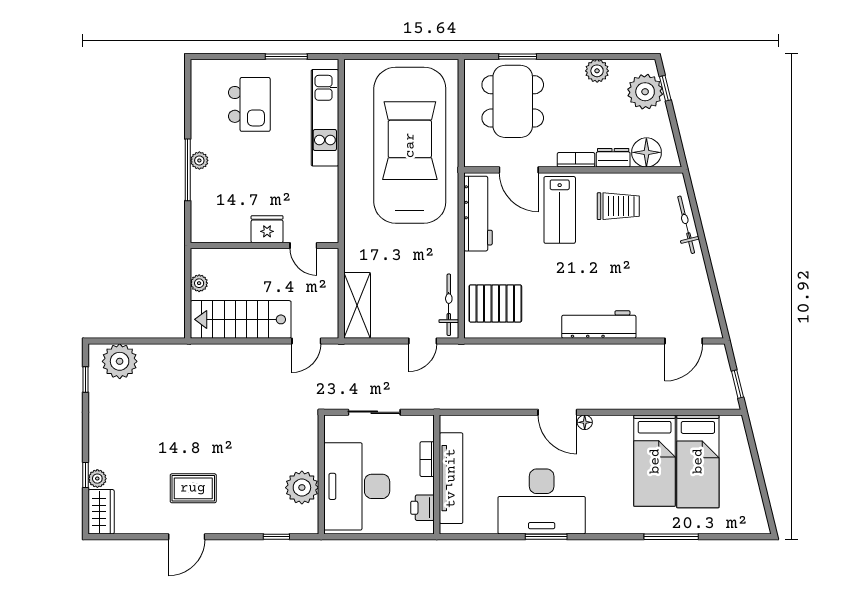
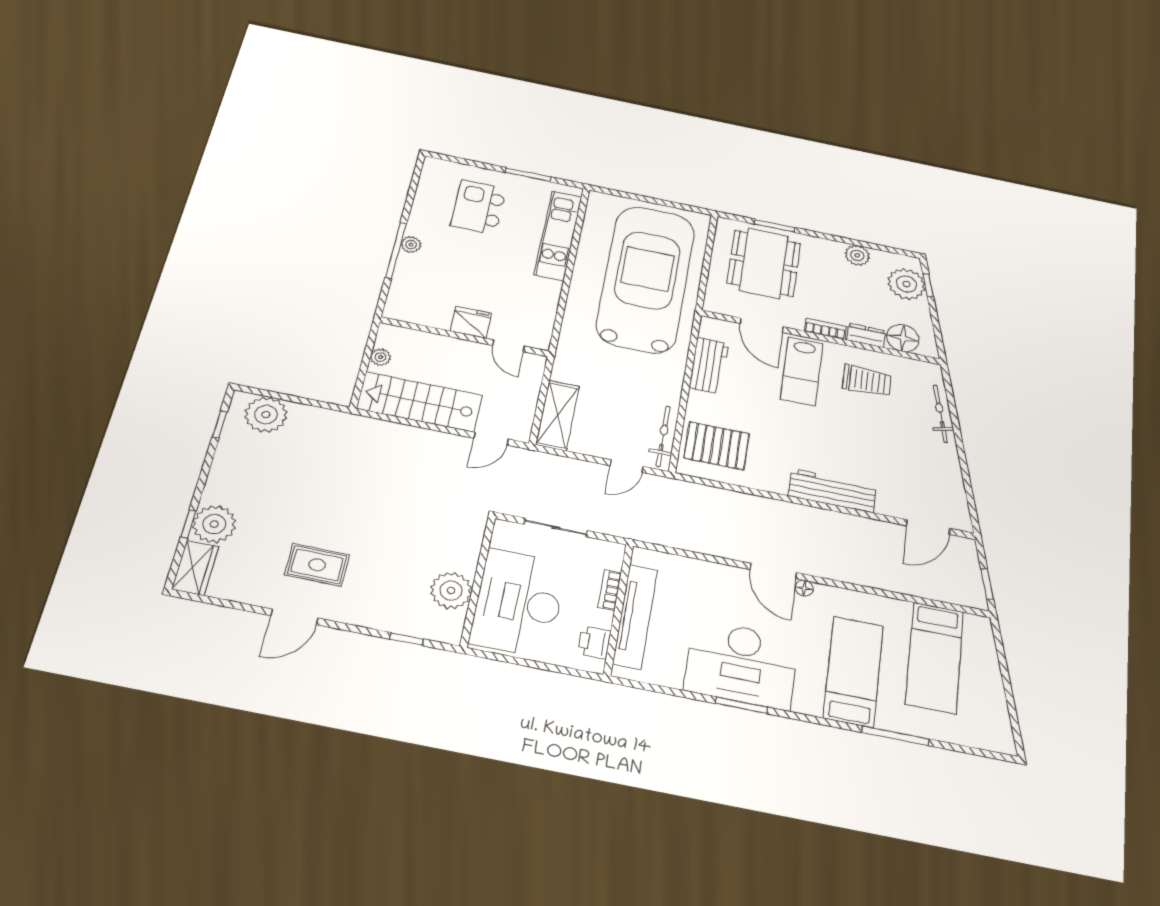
kitchen island: (249, 104) -> (479, 207), turned 180
workbench: (478, 214) -> (709, 365), width x0.73
bed: (655, 461) -> (853, 671), moved, turned 180
plant: (97, 479) -> (214, 524), width x1.88, depth x1.88

